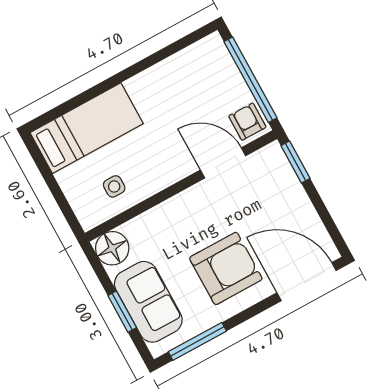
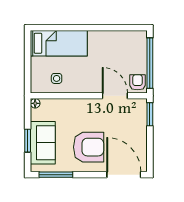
floor lamp: (112, 248) -> (35, 103), width x0.53, depth x0.53

